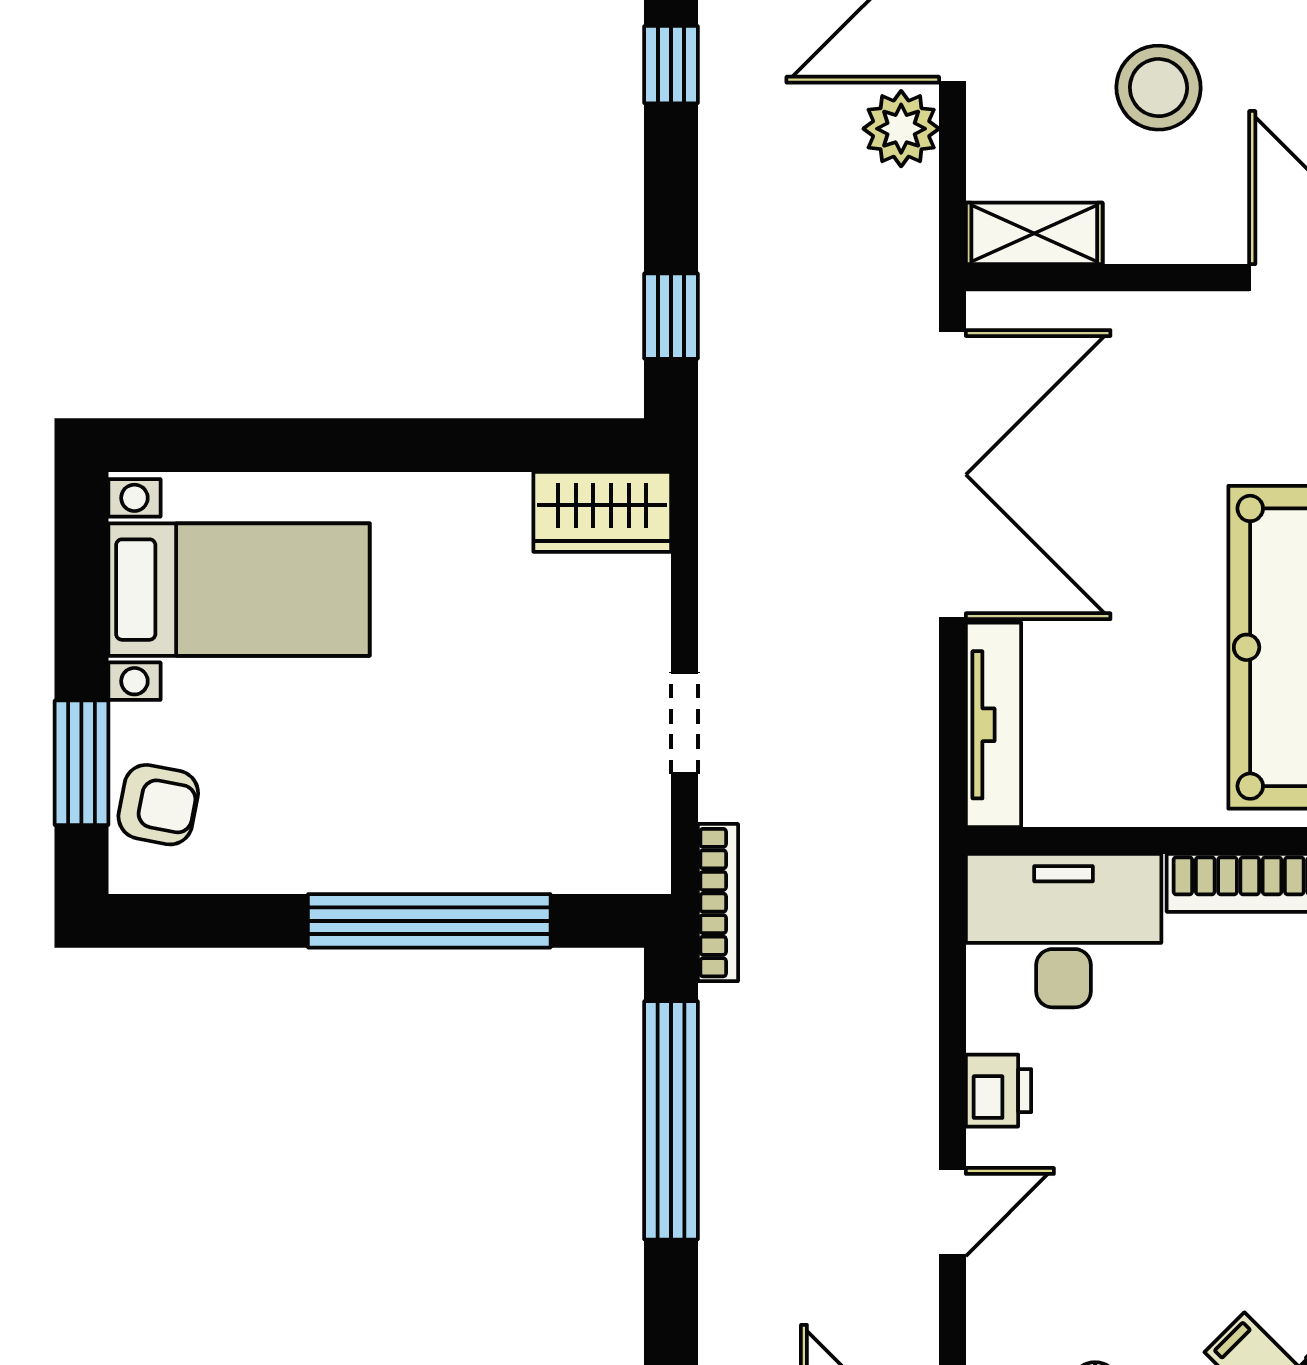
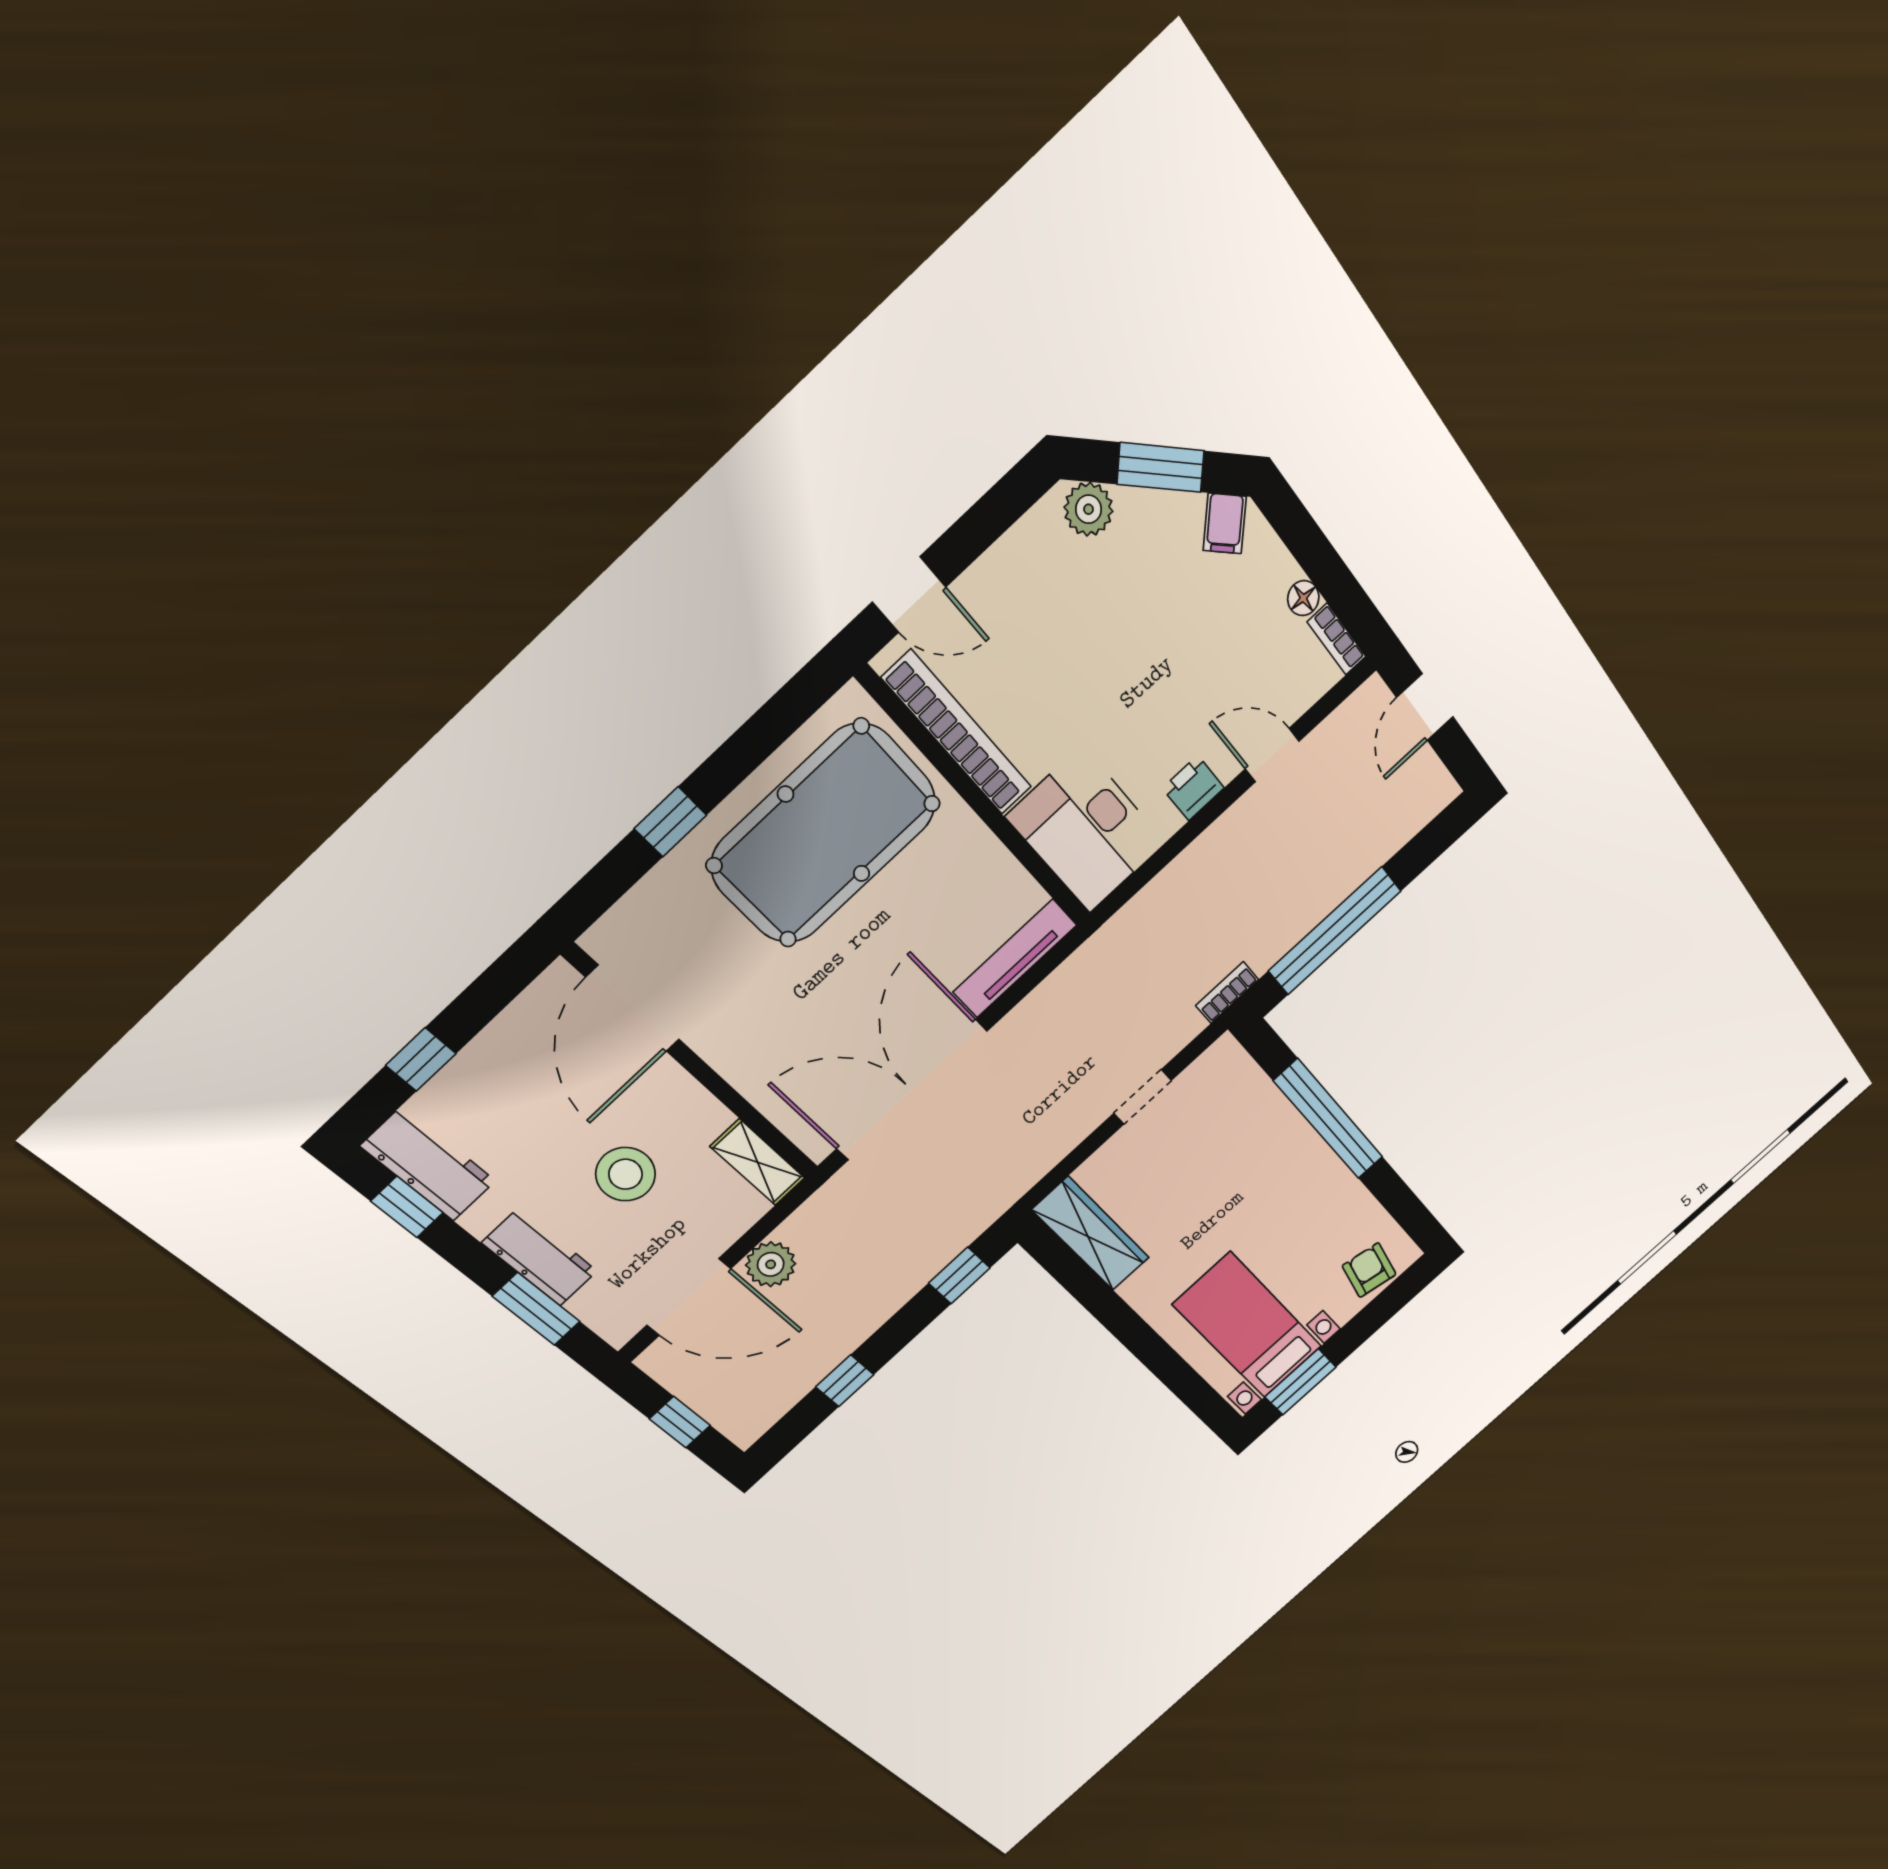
wardrobe: (602, 512) -> (1091, 1234), width x1.50
window: (81, 763) -> (1300, 1382), moved
bookcase: (718, 903) -> (1227, 993), width x0.64

